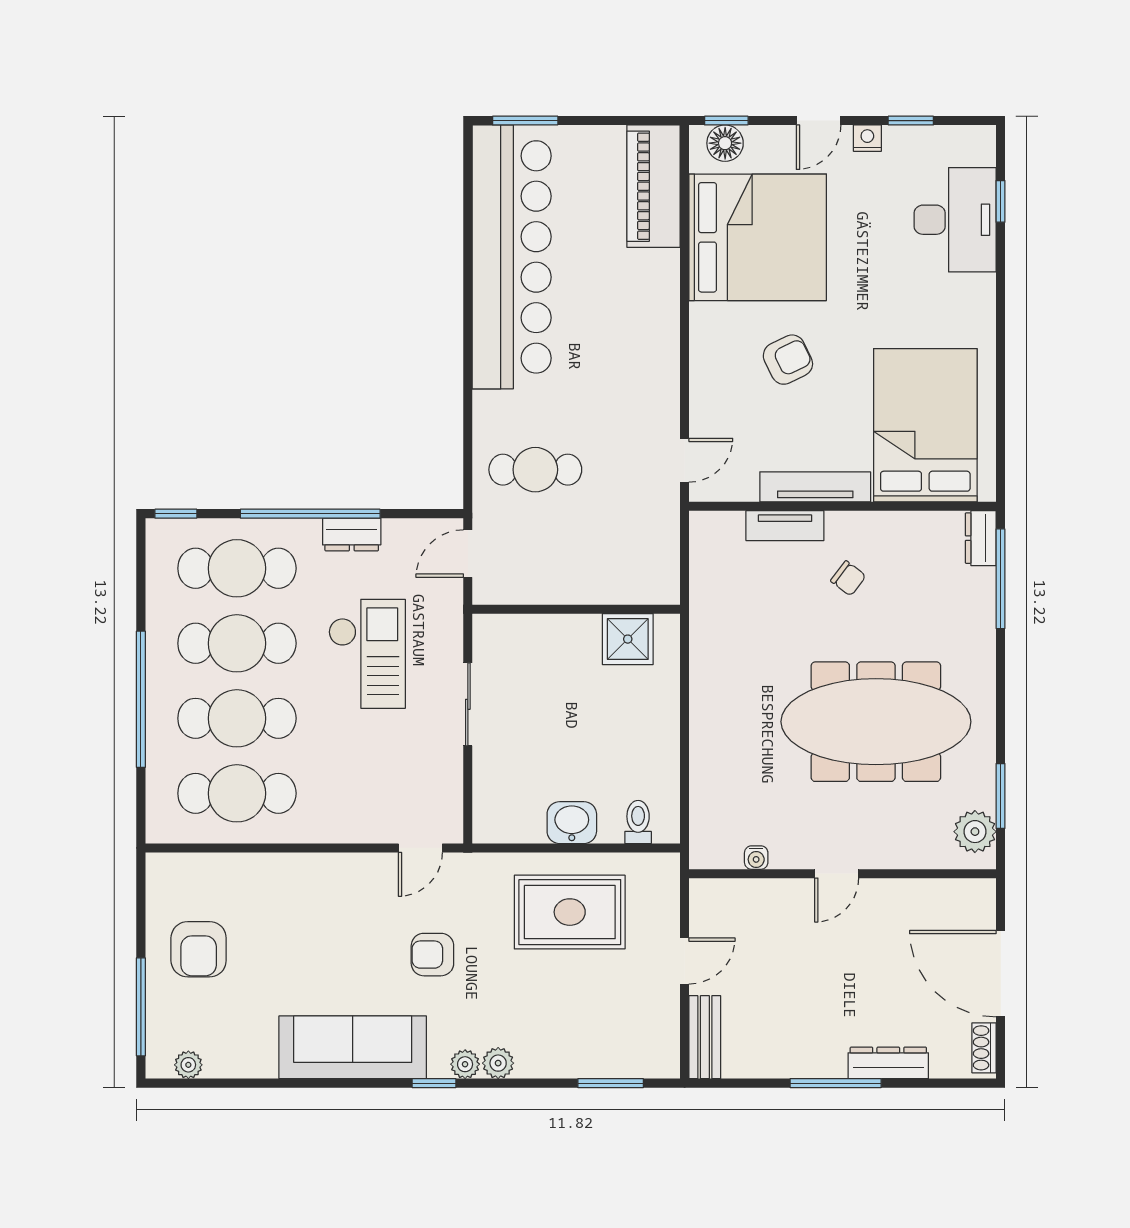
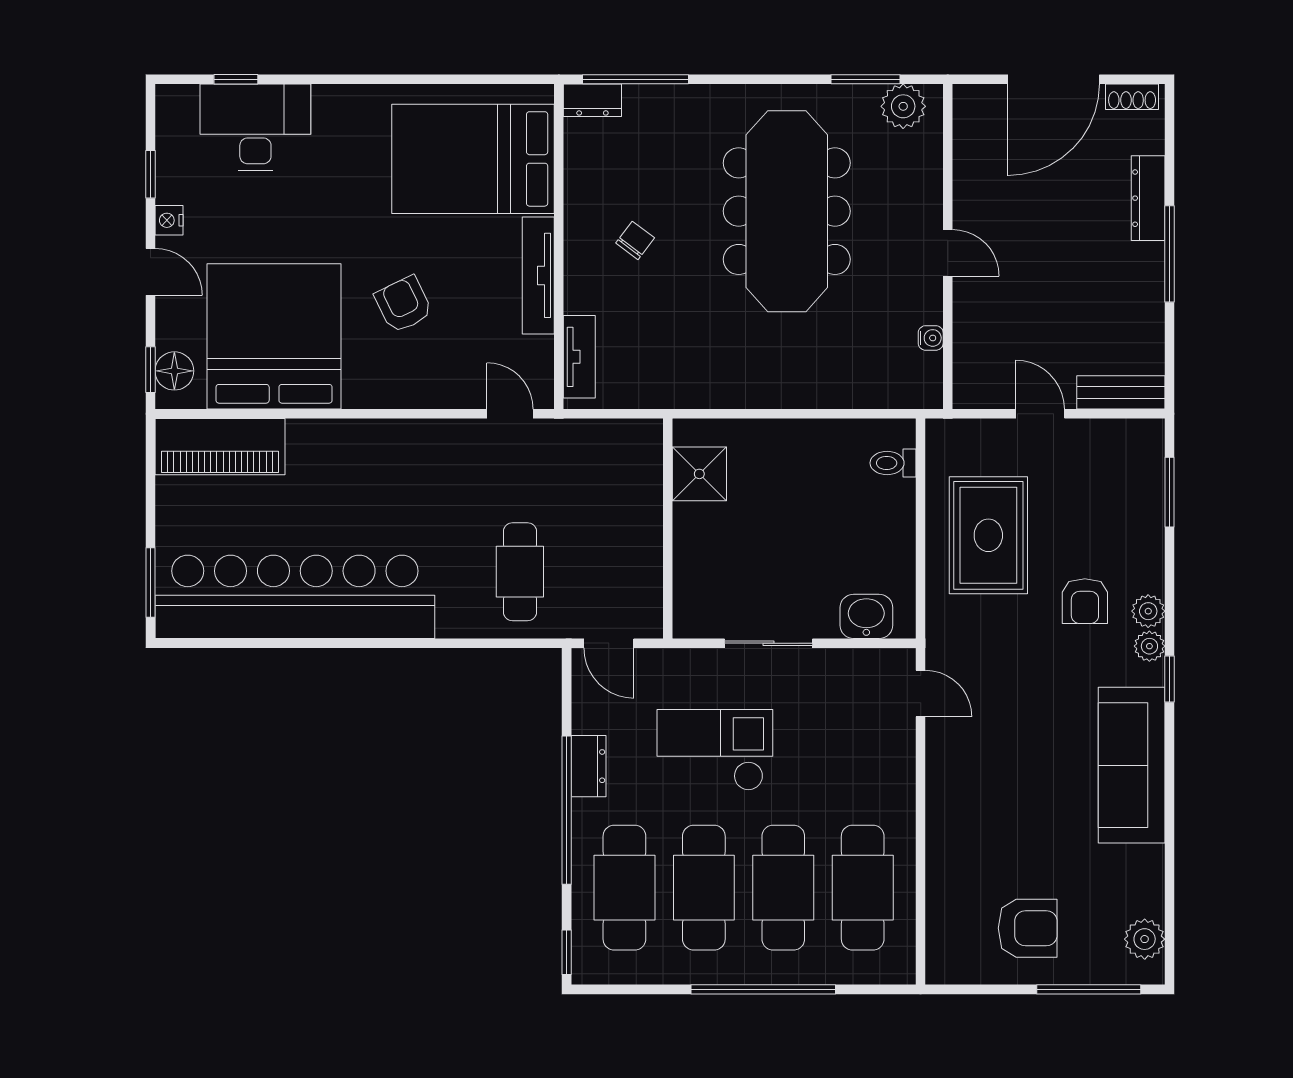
tv unit: (785, 526) -> (579, 357), moved
washbasin: (572, 823) -> (866, 616), moved, turned 90
armchair: (432, 955) -> (1085, 601), moved
plant: (188, 1065) -> (1145, 939), width x1.38, depth x1.38

